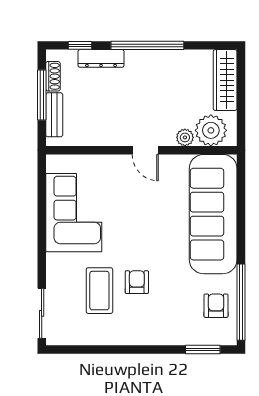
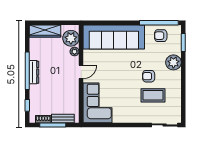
dresser: (101, 58) -> (34, 72), moved
corner sofa: (74, 213) -> (97, 103), moved, turned 90
plant: (164, 331) -> (173, 62), added

